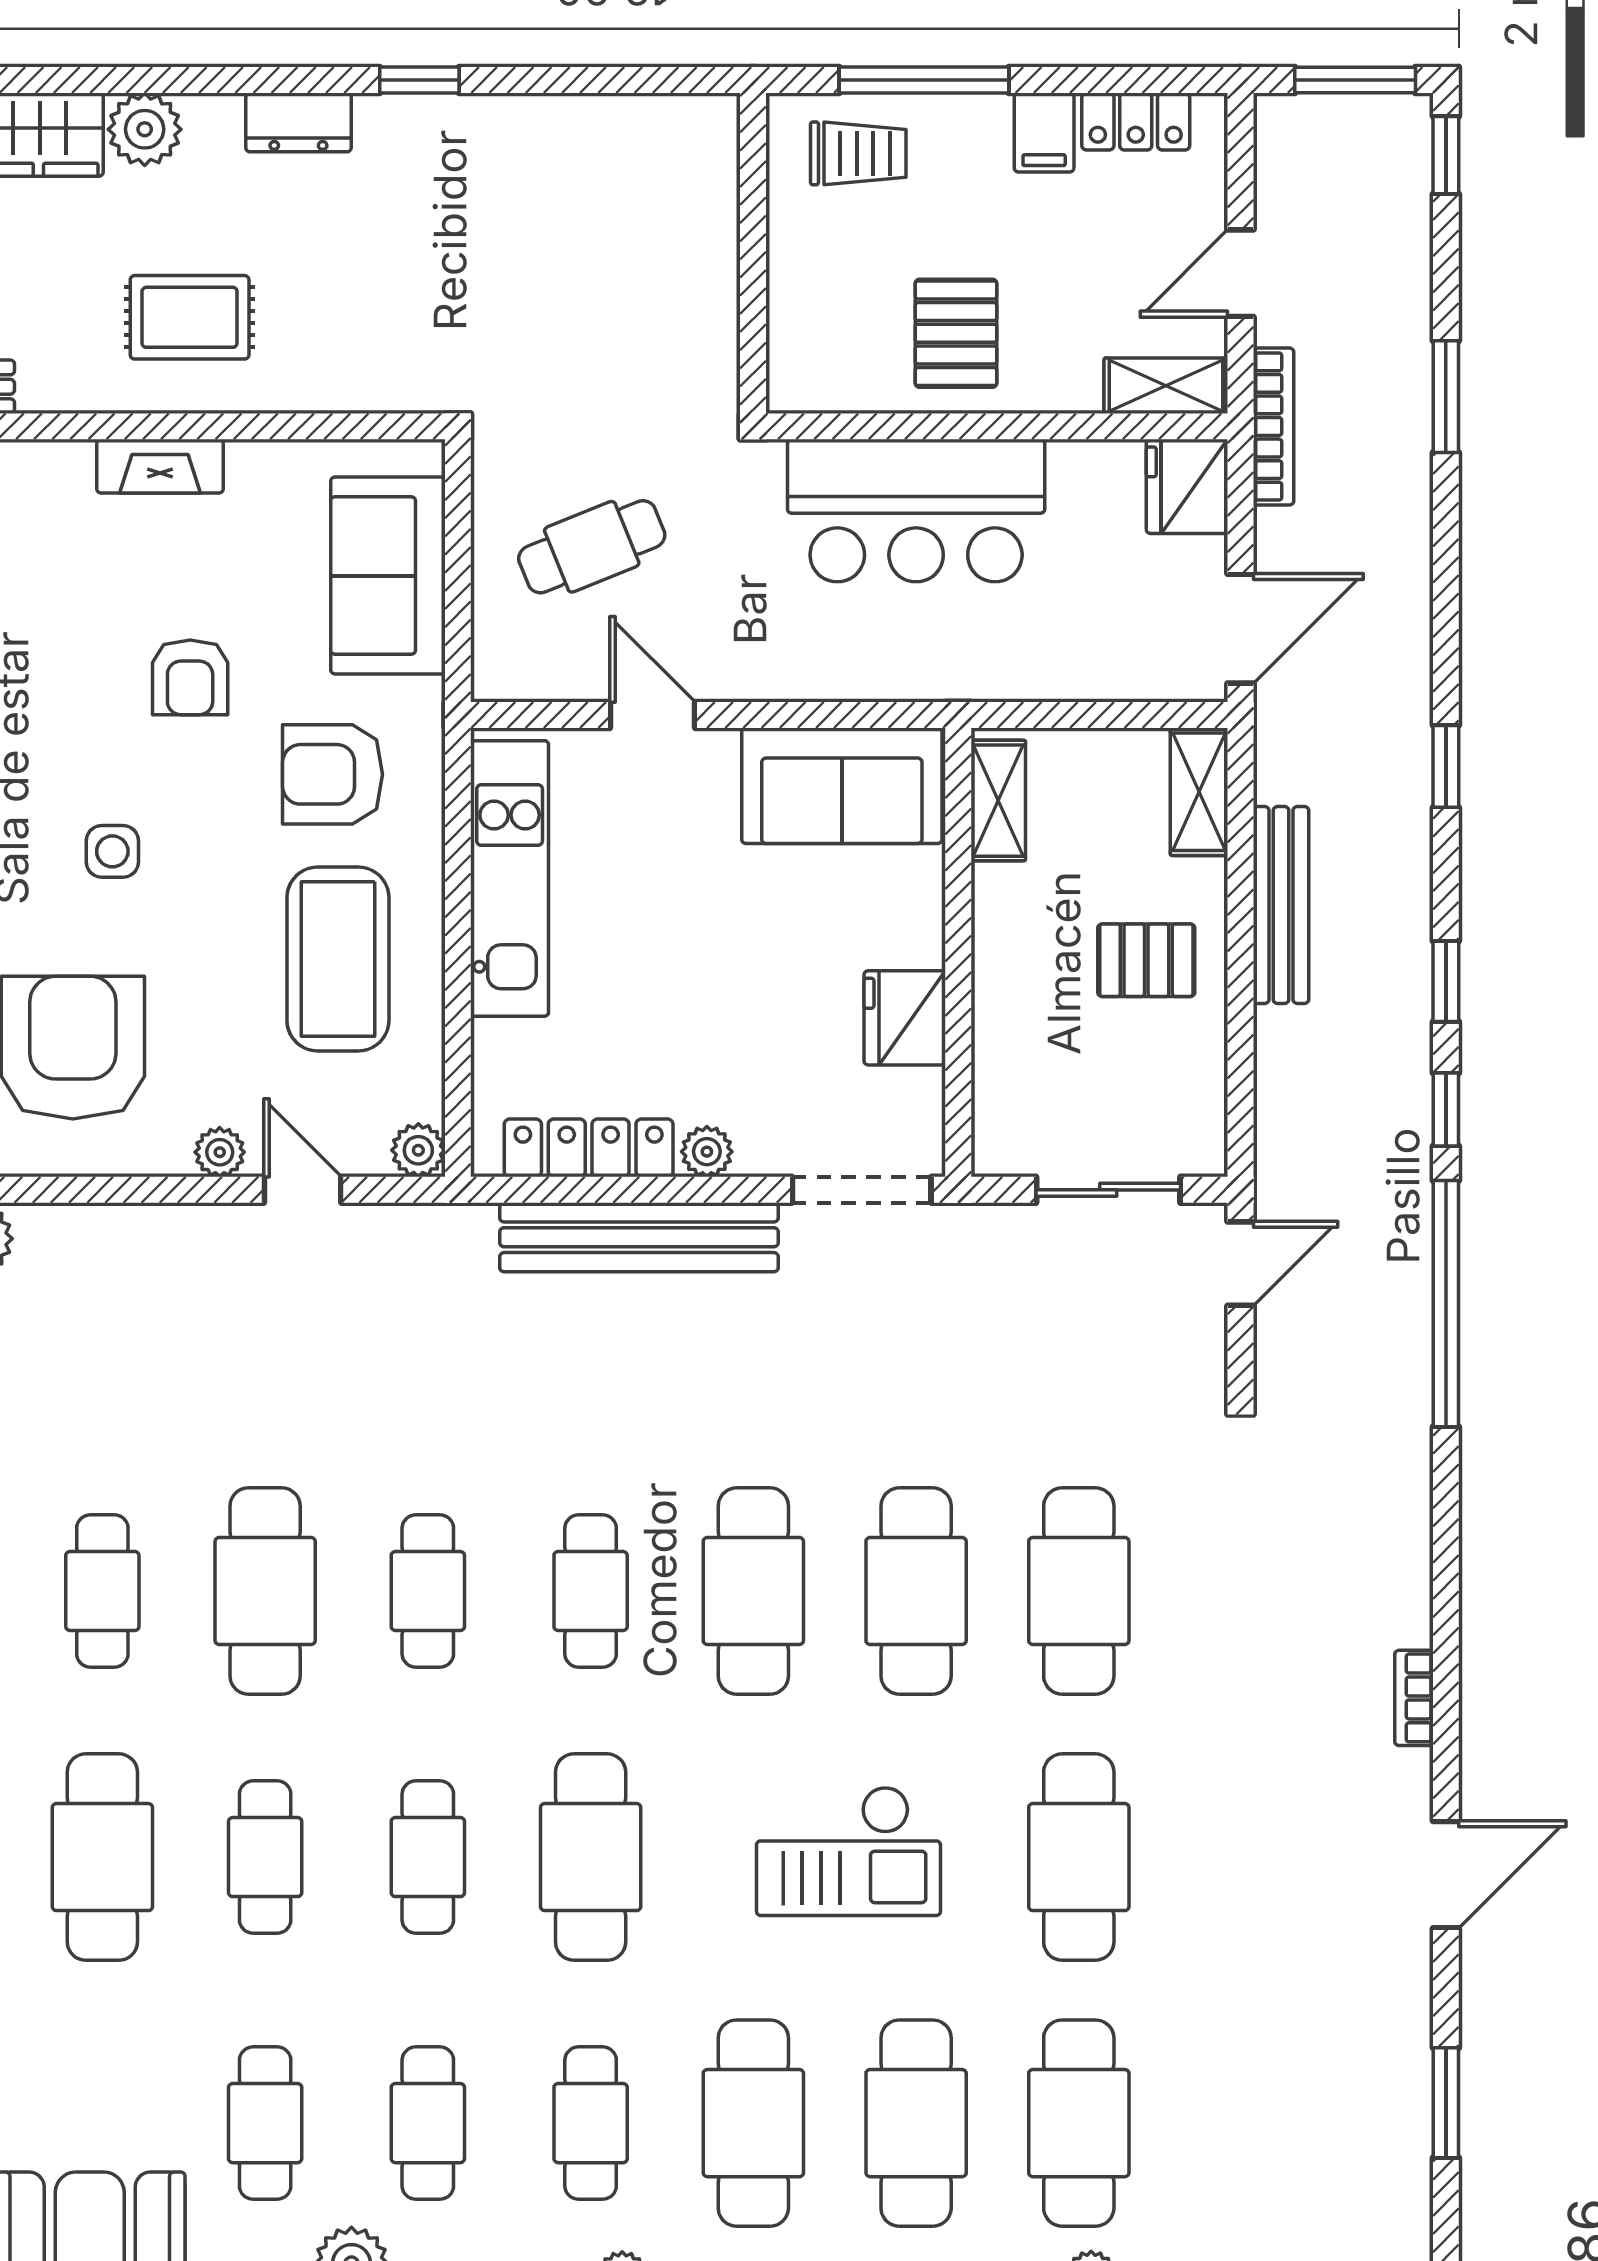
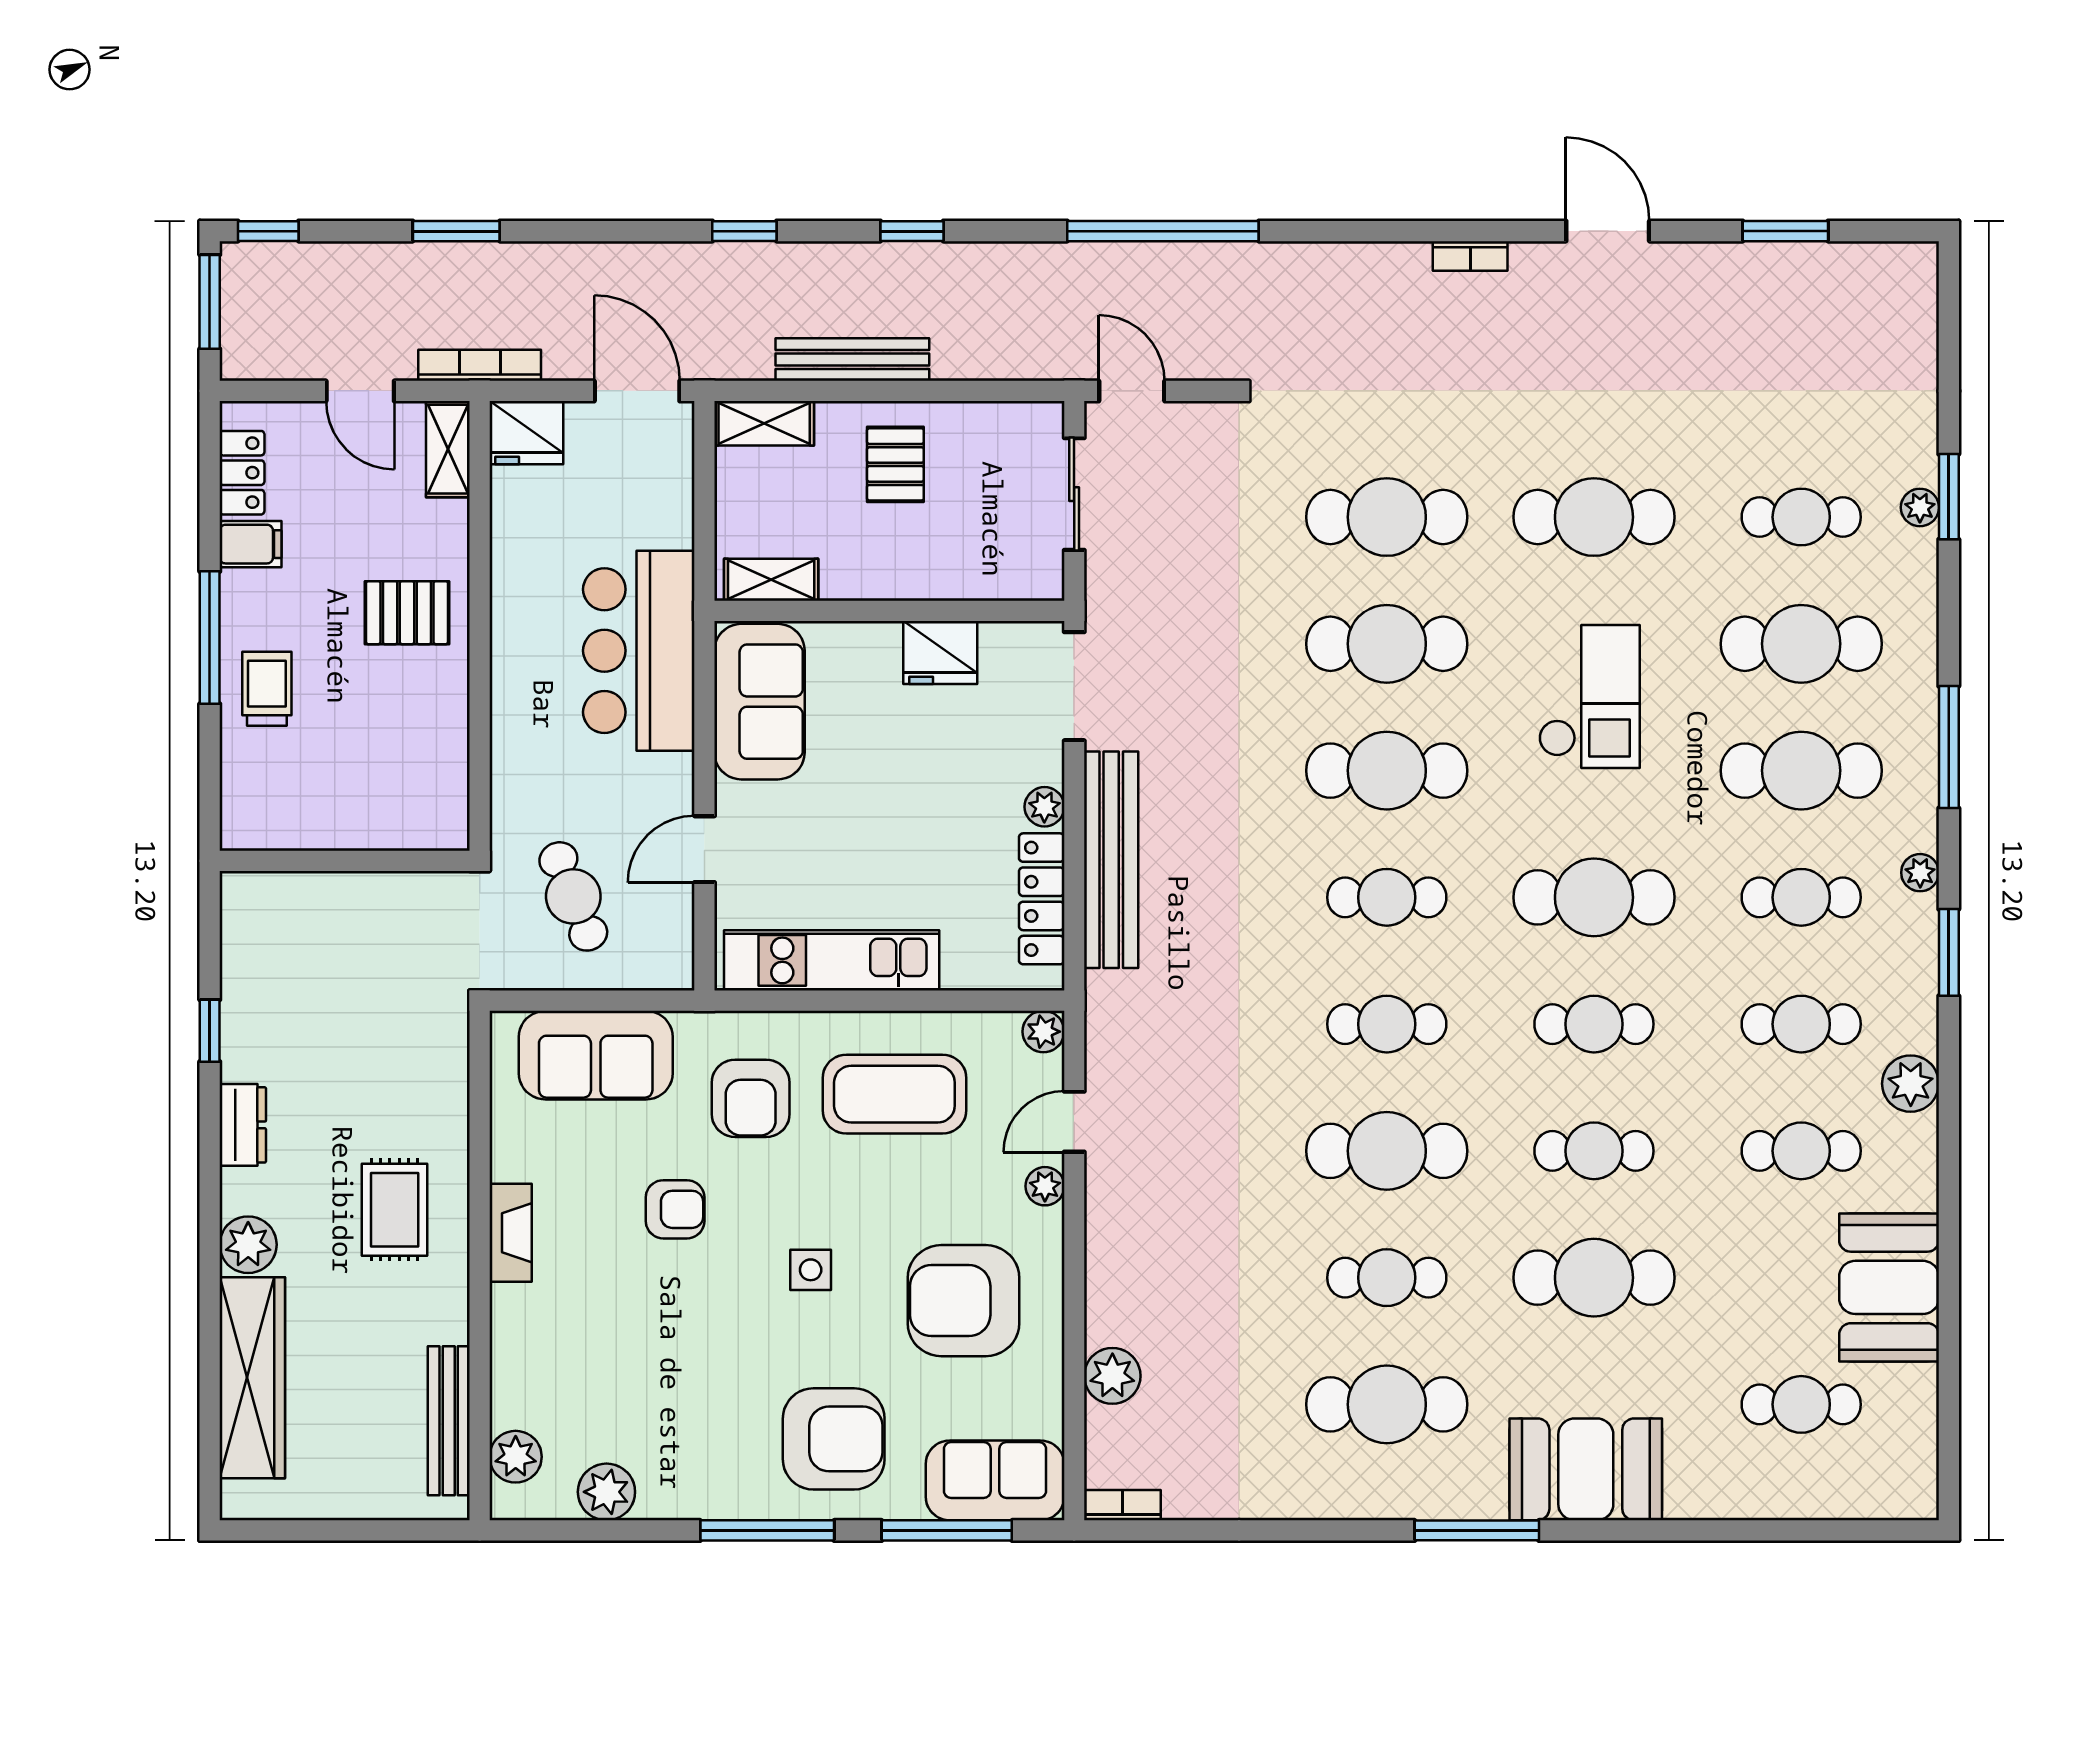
wall: (753, 253) -> (345, 861), moved
bar counter: (916, 511) -> (639, 651), moved, turned 180
window: (1446, 1110) -> (1012, 231), removed
cafe table: (1079, 2123) -> (1801, 517), width x0.73, depth x0.74

